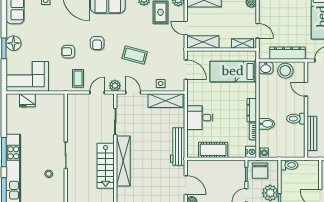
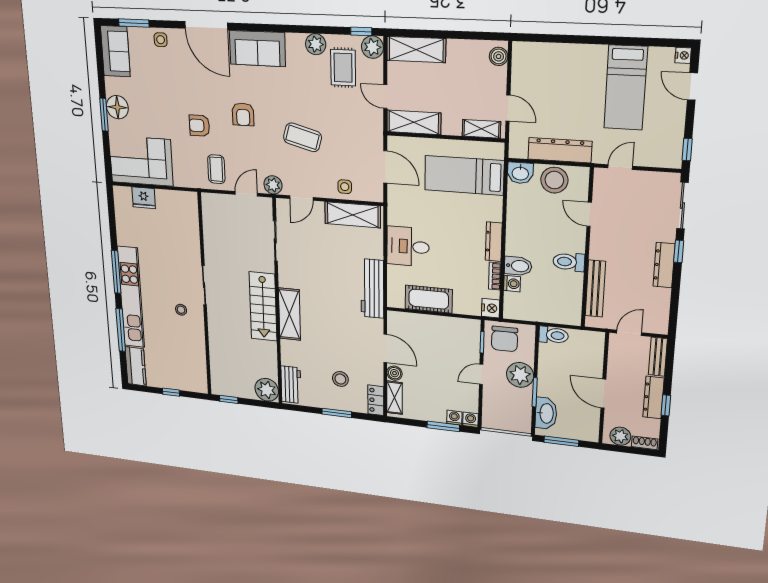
door: (133, 93) -> (301, 198), swing flipped
washing machine: (263, 153) -> (512, 284), moved
shelving: (123, 161) -> (289, 314), width x0.68

